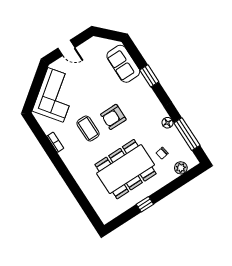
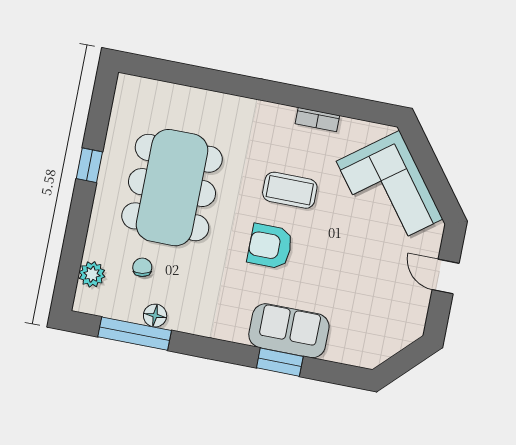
door: (66, 48) -> (446, 276), hinge flipped
sofa: (123, 64) -> (289, 331), moved
armchair: (113, 117) -> (270, 246), turned -90
floor lamp: (167, 123) -> (155, 316), moved

